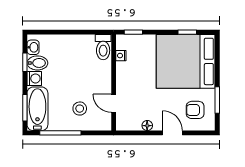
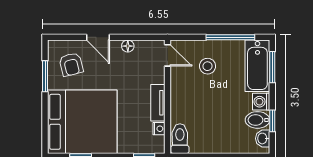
tv unit: (122, 78) -> (158, 103), added
door: (114, 103) -> (168, 55), moved
armchair: (195, 110) -> (71, 64), turned 76

